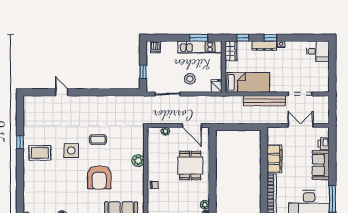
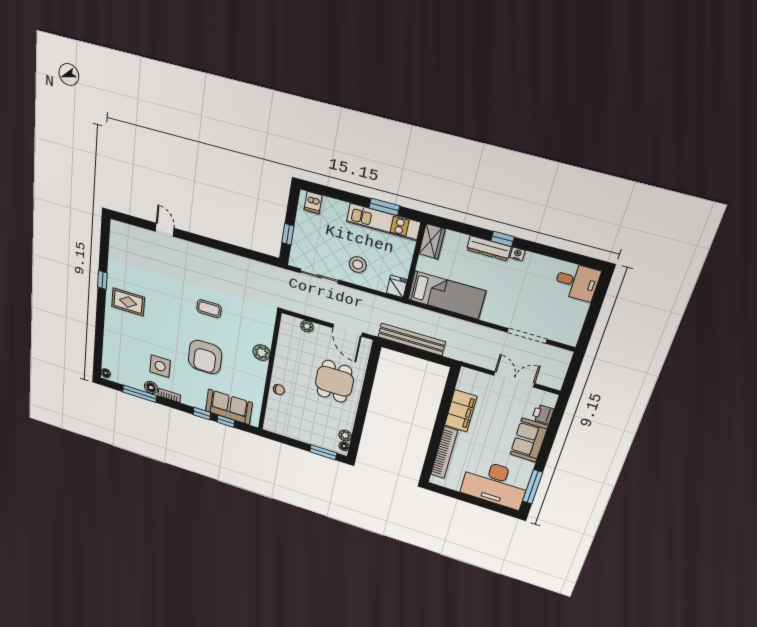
window: (243, 38) -> (457, 226), removed
bench: (264, 101) -> (412, 339), moved
side table: (71, 151) -> (160, 366), moved

